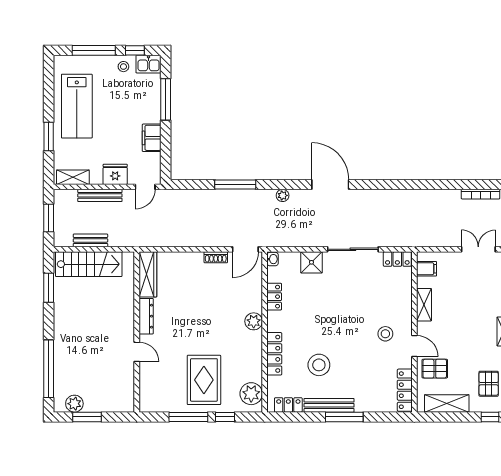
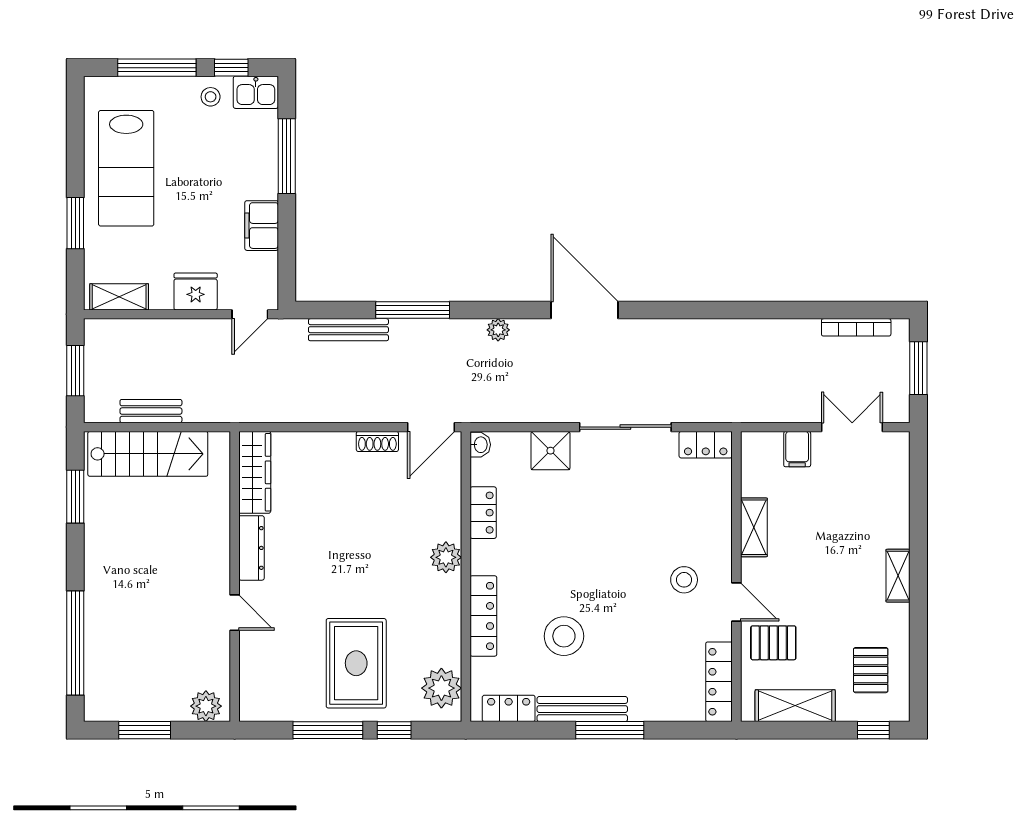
bench: (100, 195) -> (348, 330), moved
filing cabinet: (427, 269) -> (797, 449), moved, turned 90
plant: (74, 404) -> (206, 706), moved

